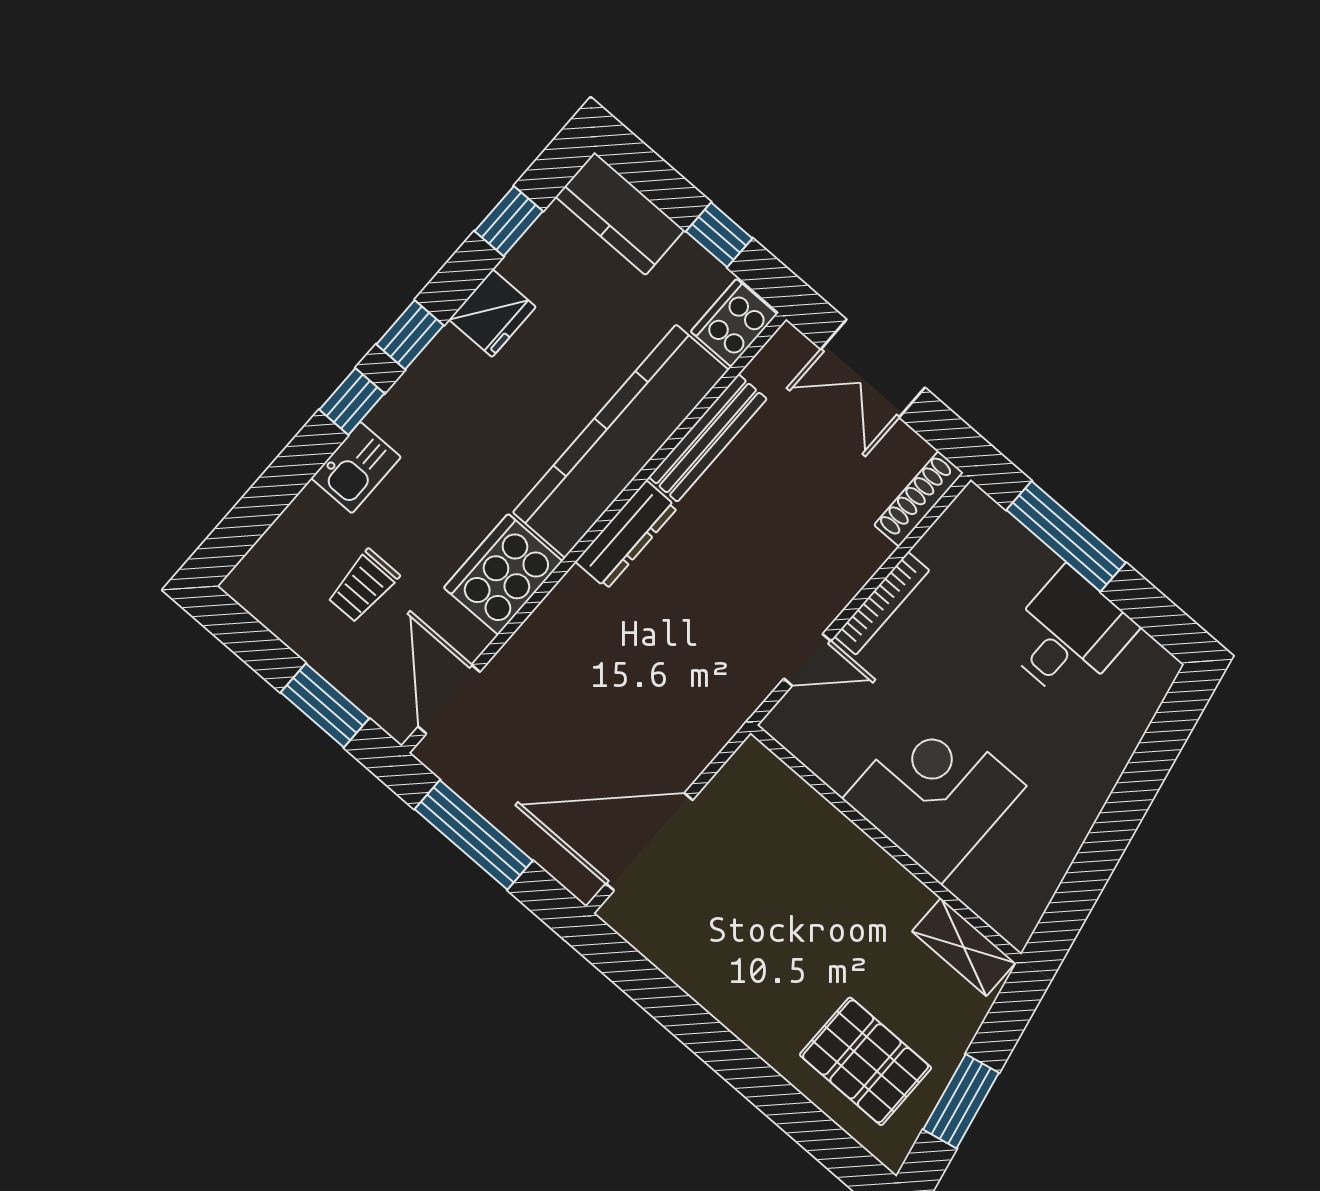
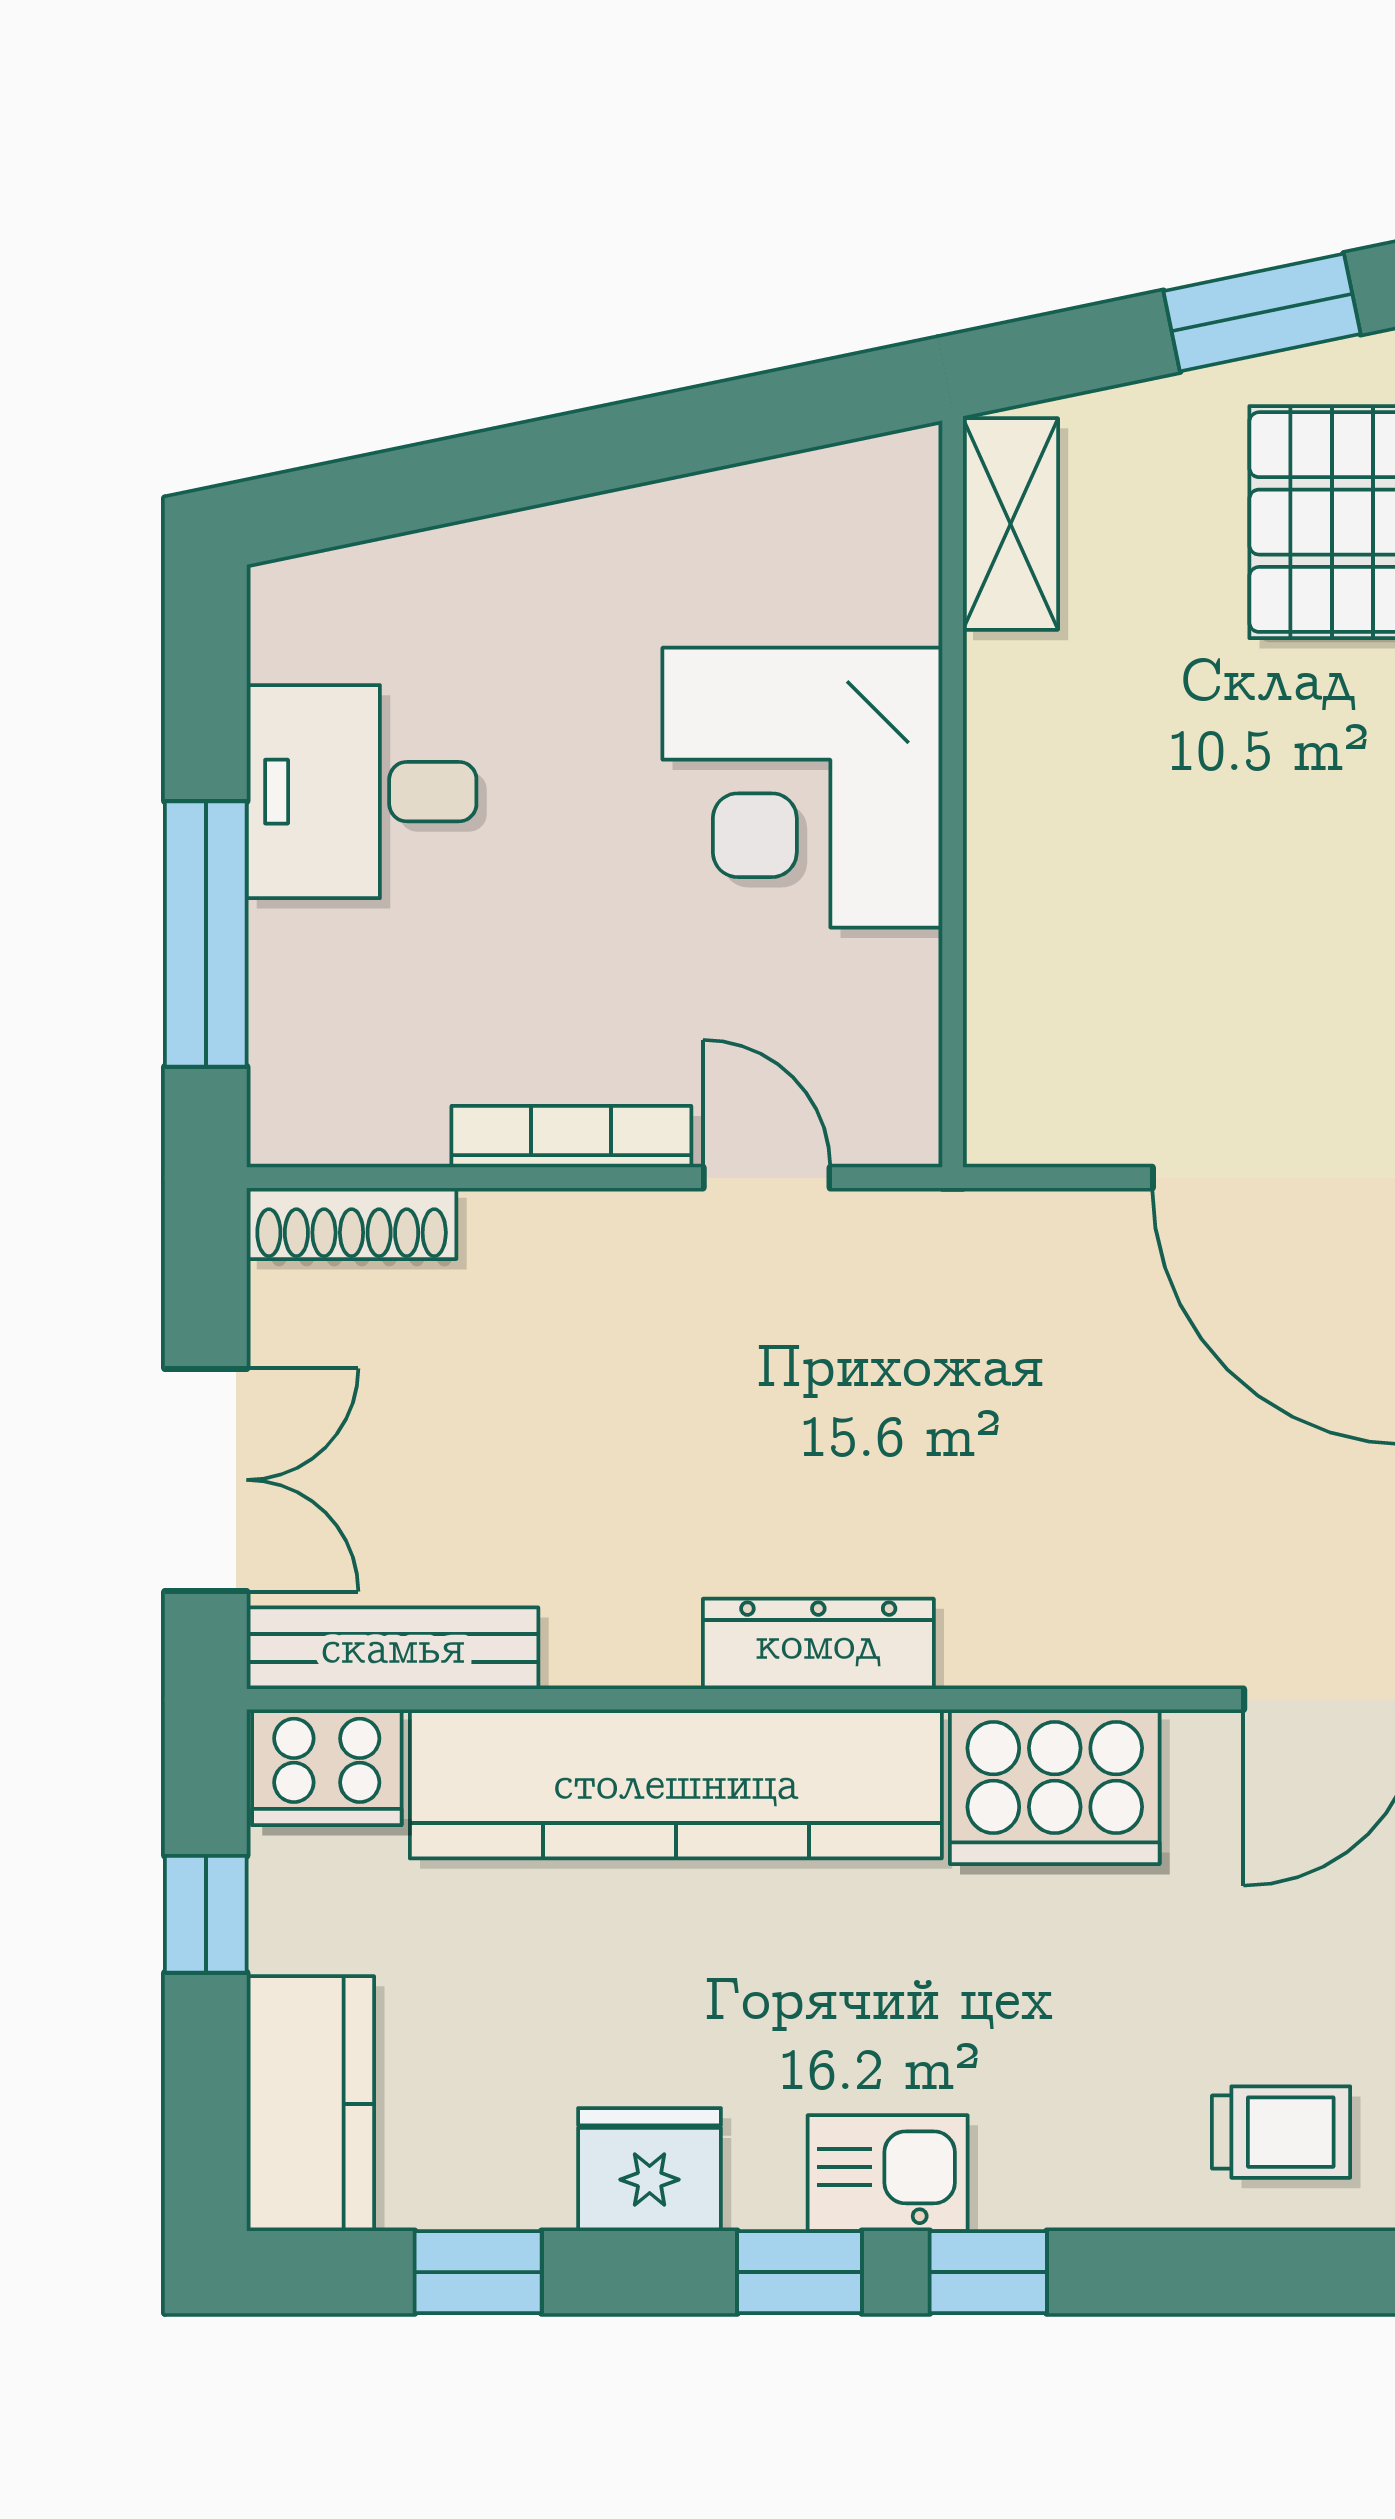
bench: (708, 438) -> (393, 1648), moved
kitchen sink: (356, 468) -> (888, 2173), moved
trolley: (363, 586) -> (1281, 2132), moved

